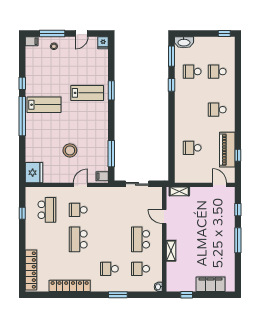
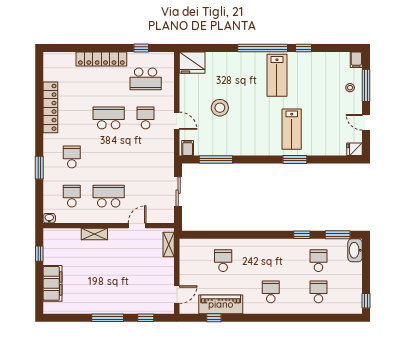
locker: (31, 270) -> (101, 59), moved

